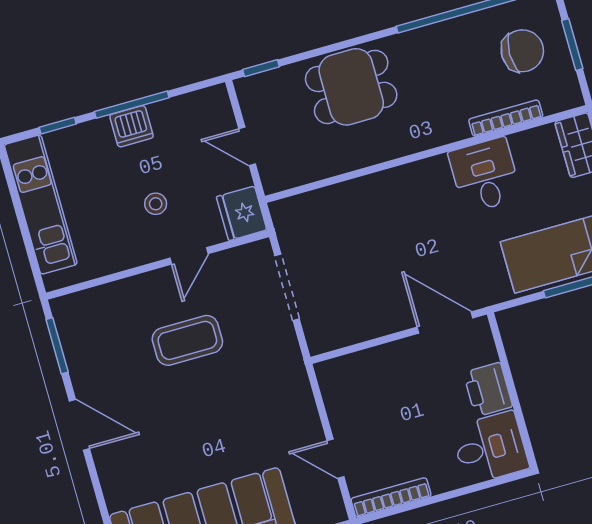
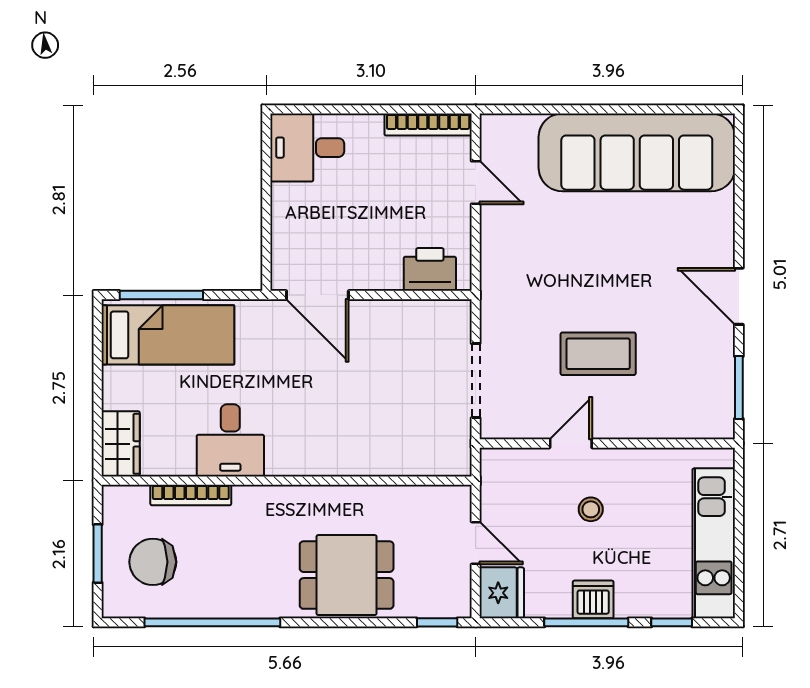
fridge: (242, 213) -> (502, 593), moved
printer: (488, 390) -> (430, 269), moved, turned -90

